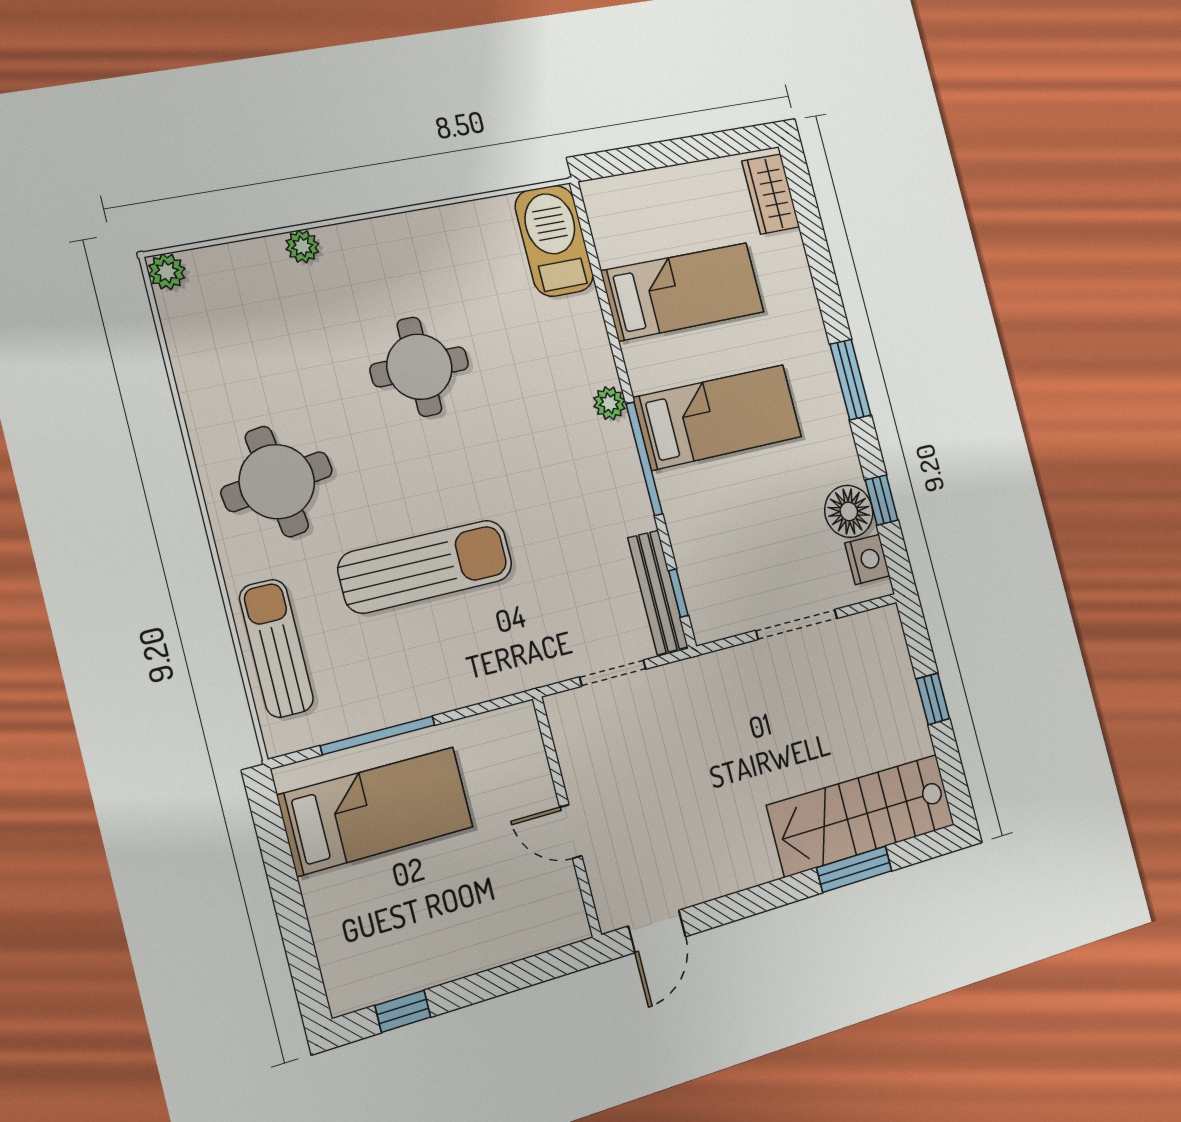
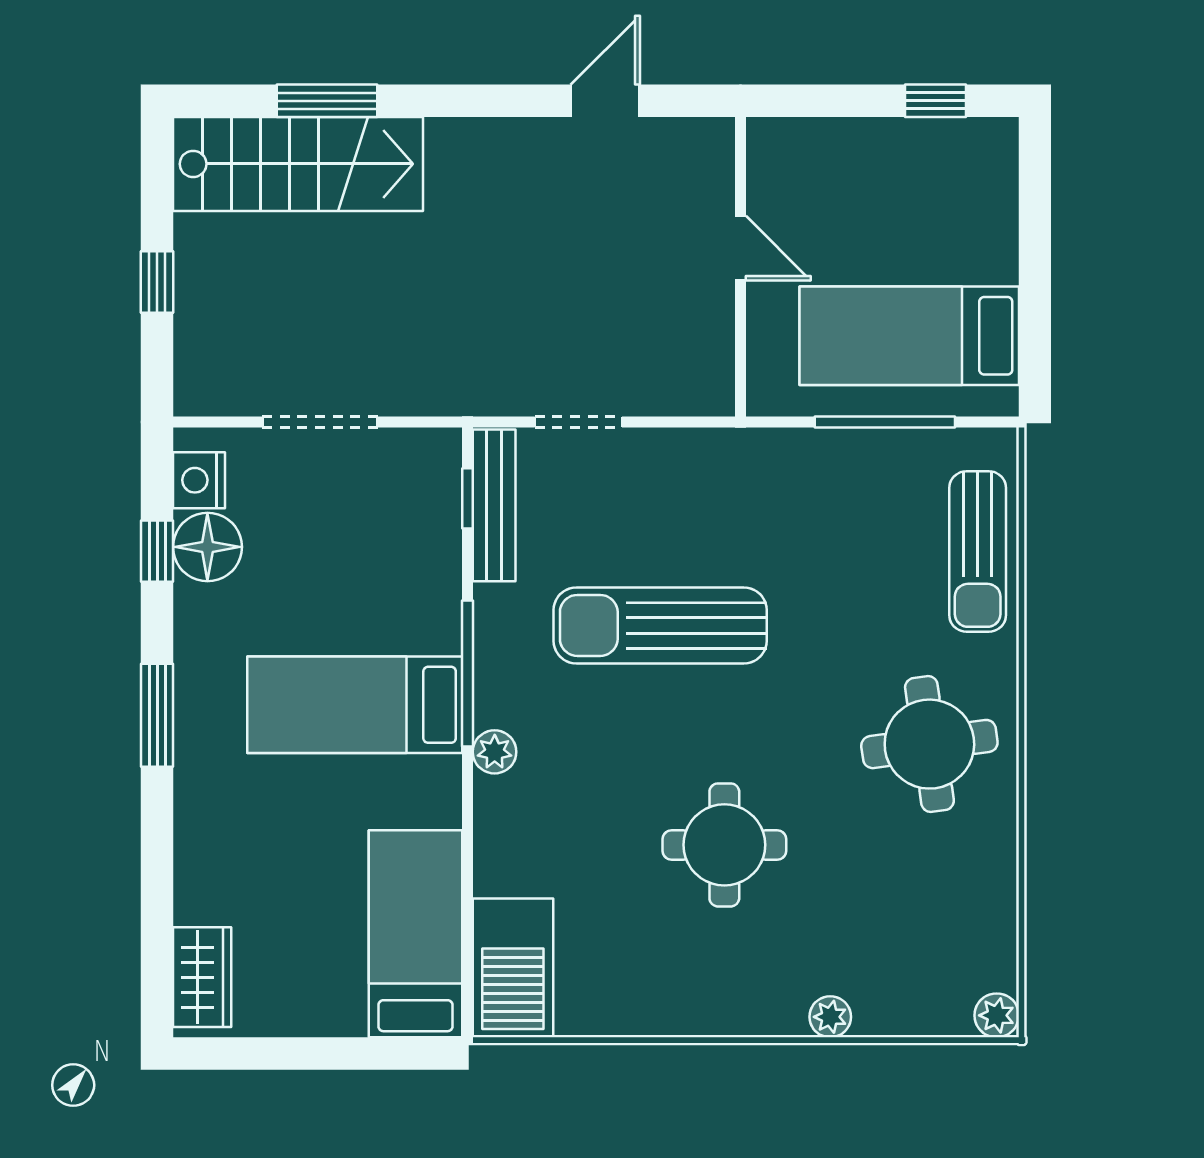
bed: (683, 292) -> (415, 934), moved, turned 90
sun lounger: (426, 566) -> (660, 625), moved
wall: (567, 817) -> (740, 267), moved
door: (571, 832) -> (740, 248), moved

